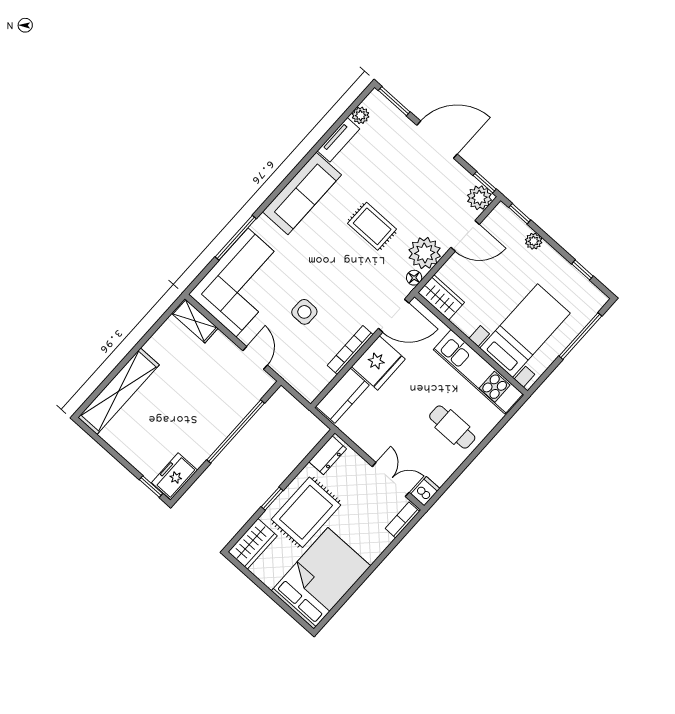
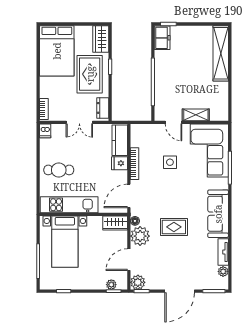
plant: (534, 241) -> (111, 285), moved
shelving: (195, 321) -> (196, 115), moved
fridge: (378, 363) -> (120, 163), width x0.53, depth x0.75
double door: (391, 480) -> (79, 122), moved

